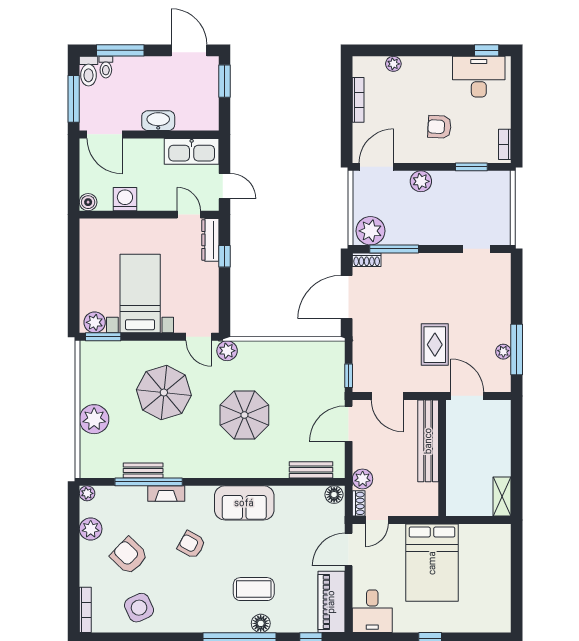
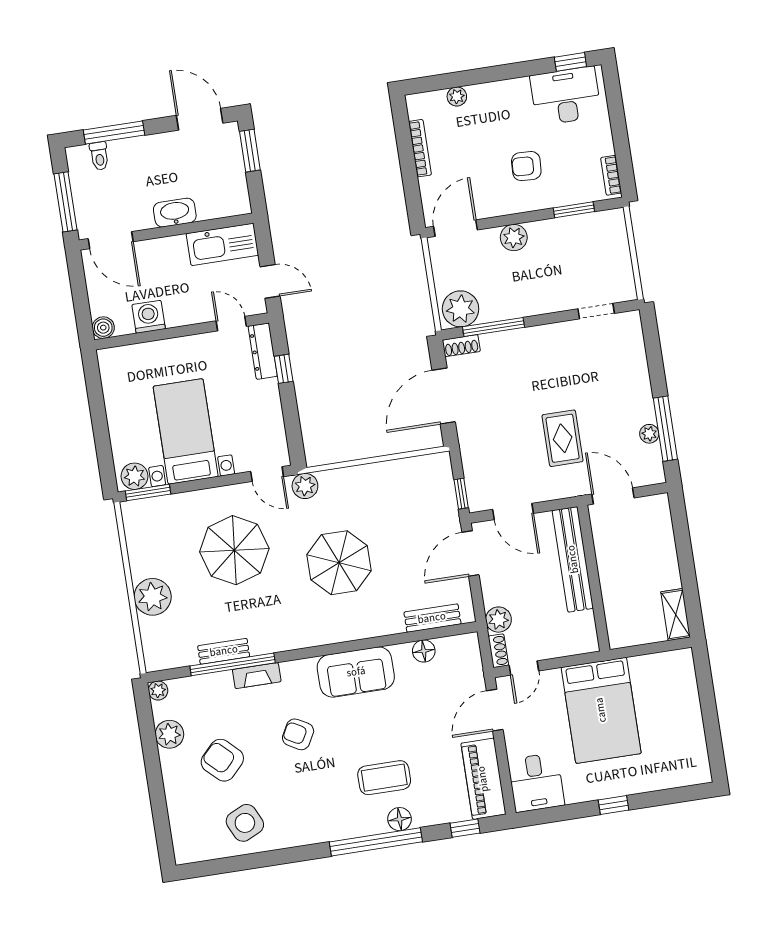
toilet: (89, 71) -> (79, 164), removed
floor lamp: (334, 495) -> (424, 651), moved
bookcase: (85, 610) -> (178, 836), removed

